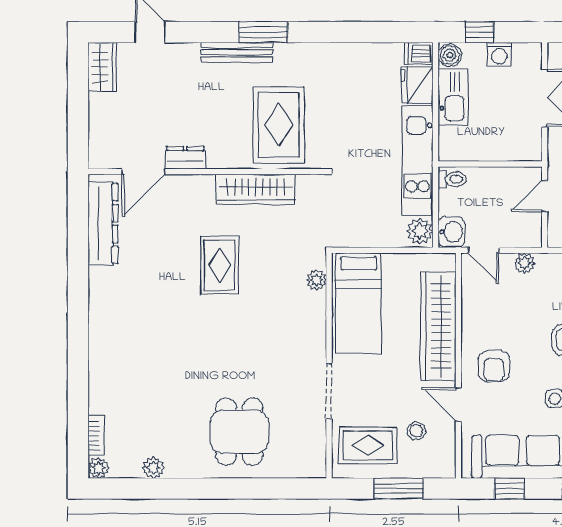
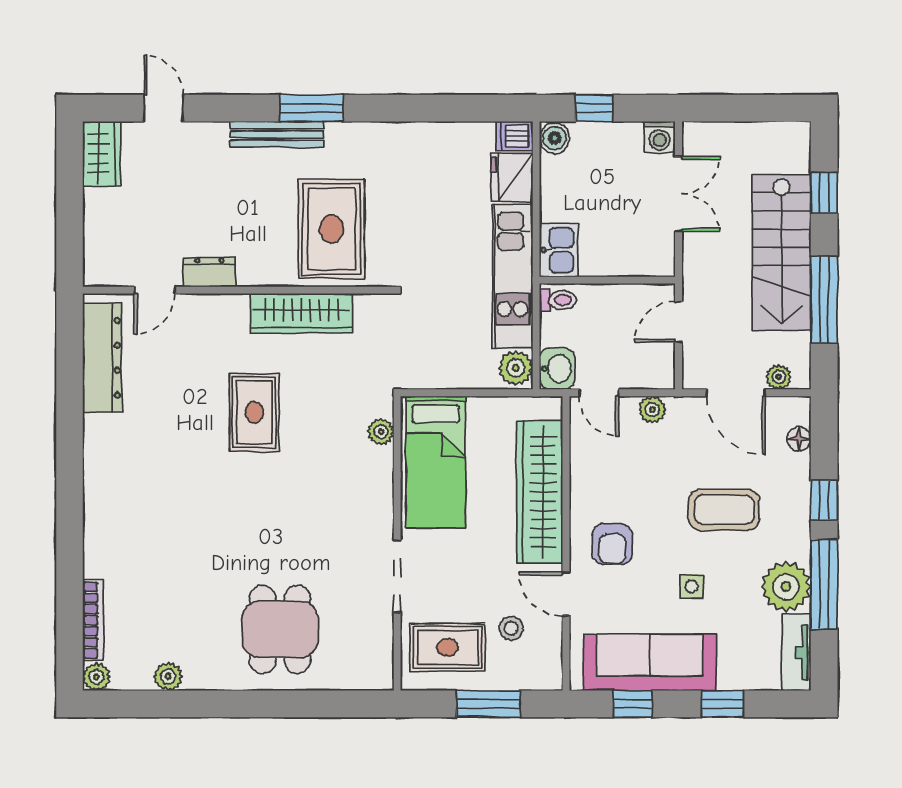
washing machine: (499, 54) -> (660, 137), moved
kitchen sink: (453, 97) -> (559, 250), moved, width x0.73
door: (143, 172) -> (155, 290), width x0.73
bookcase: (96, 436) -> (93, 620), width x1.56

